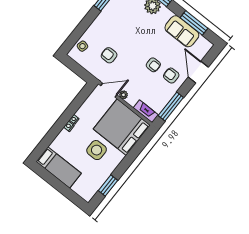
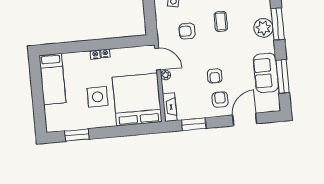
coffee table: (123, 29) -> (221, 21), added
armchair: (109, 55) -> (187, 31), turned -90
window: (171, 107) -> (194, 124), width x0.69

